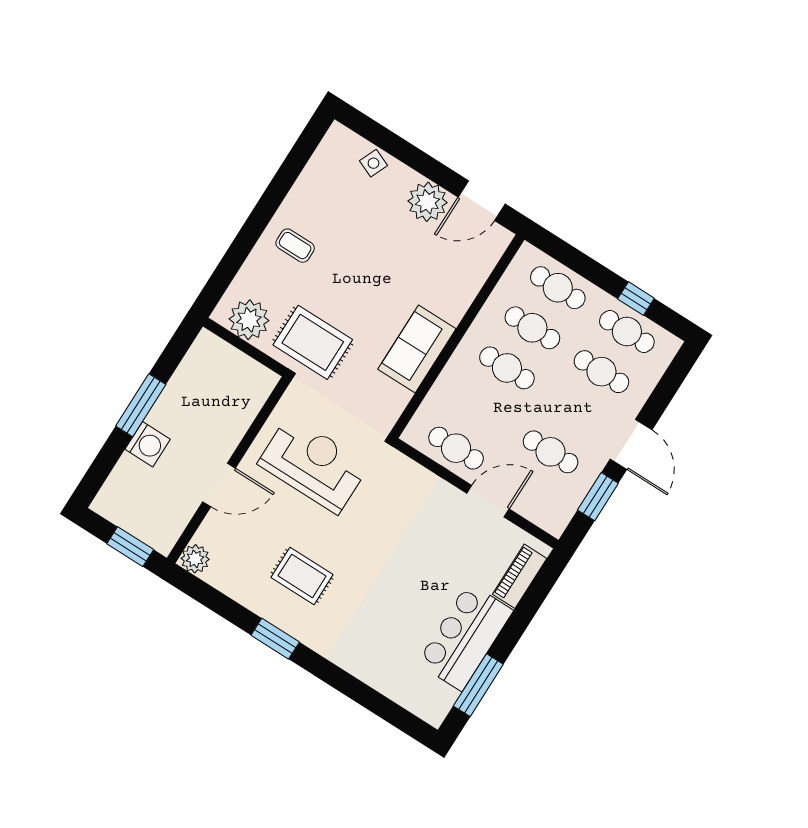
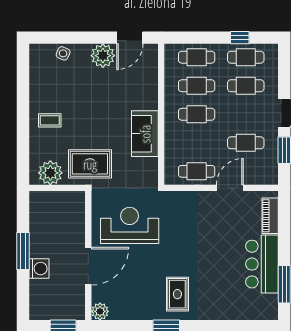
door: (219, 485) -> (88, 266), width x1.36
rug: (302, 576) -> (177, 294), moved, turned 90

